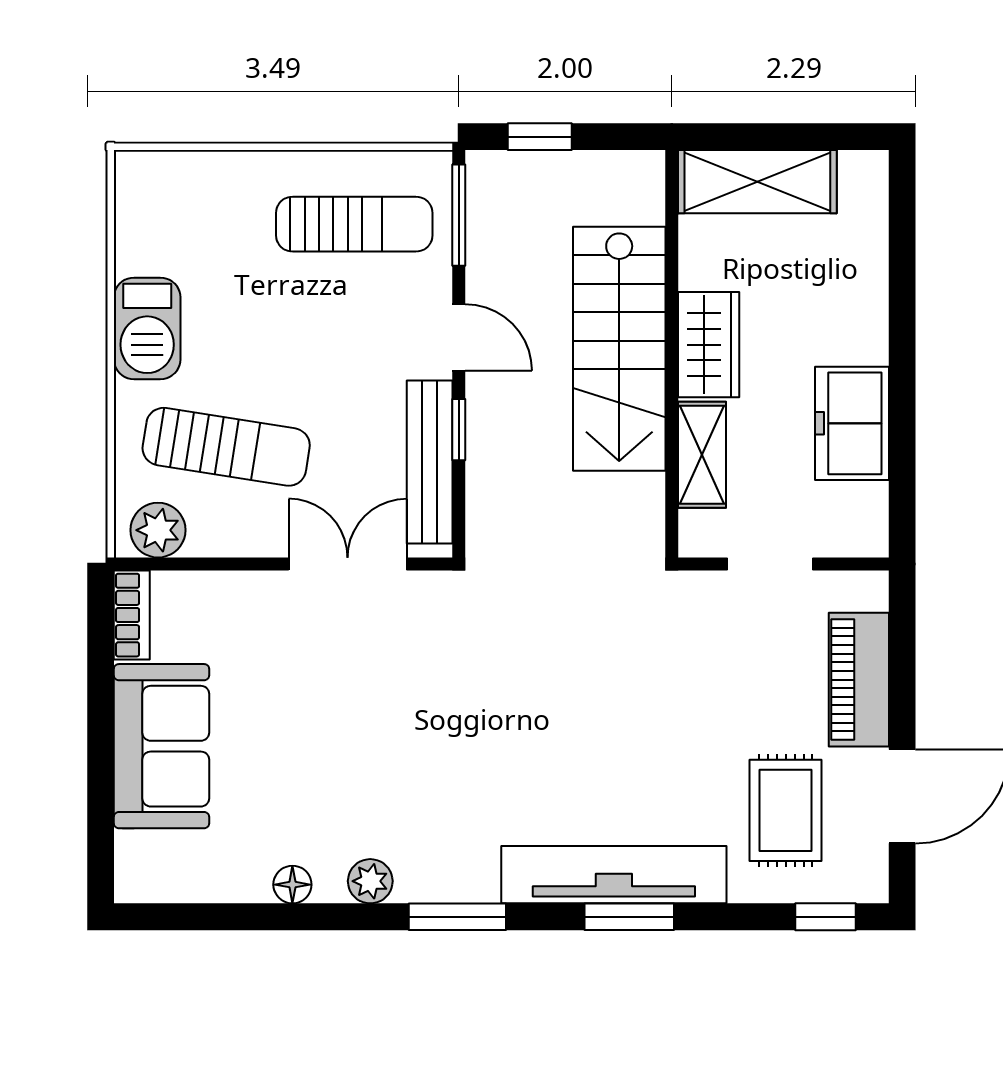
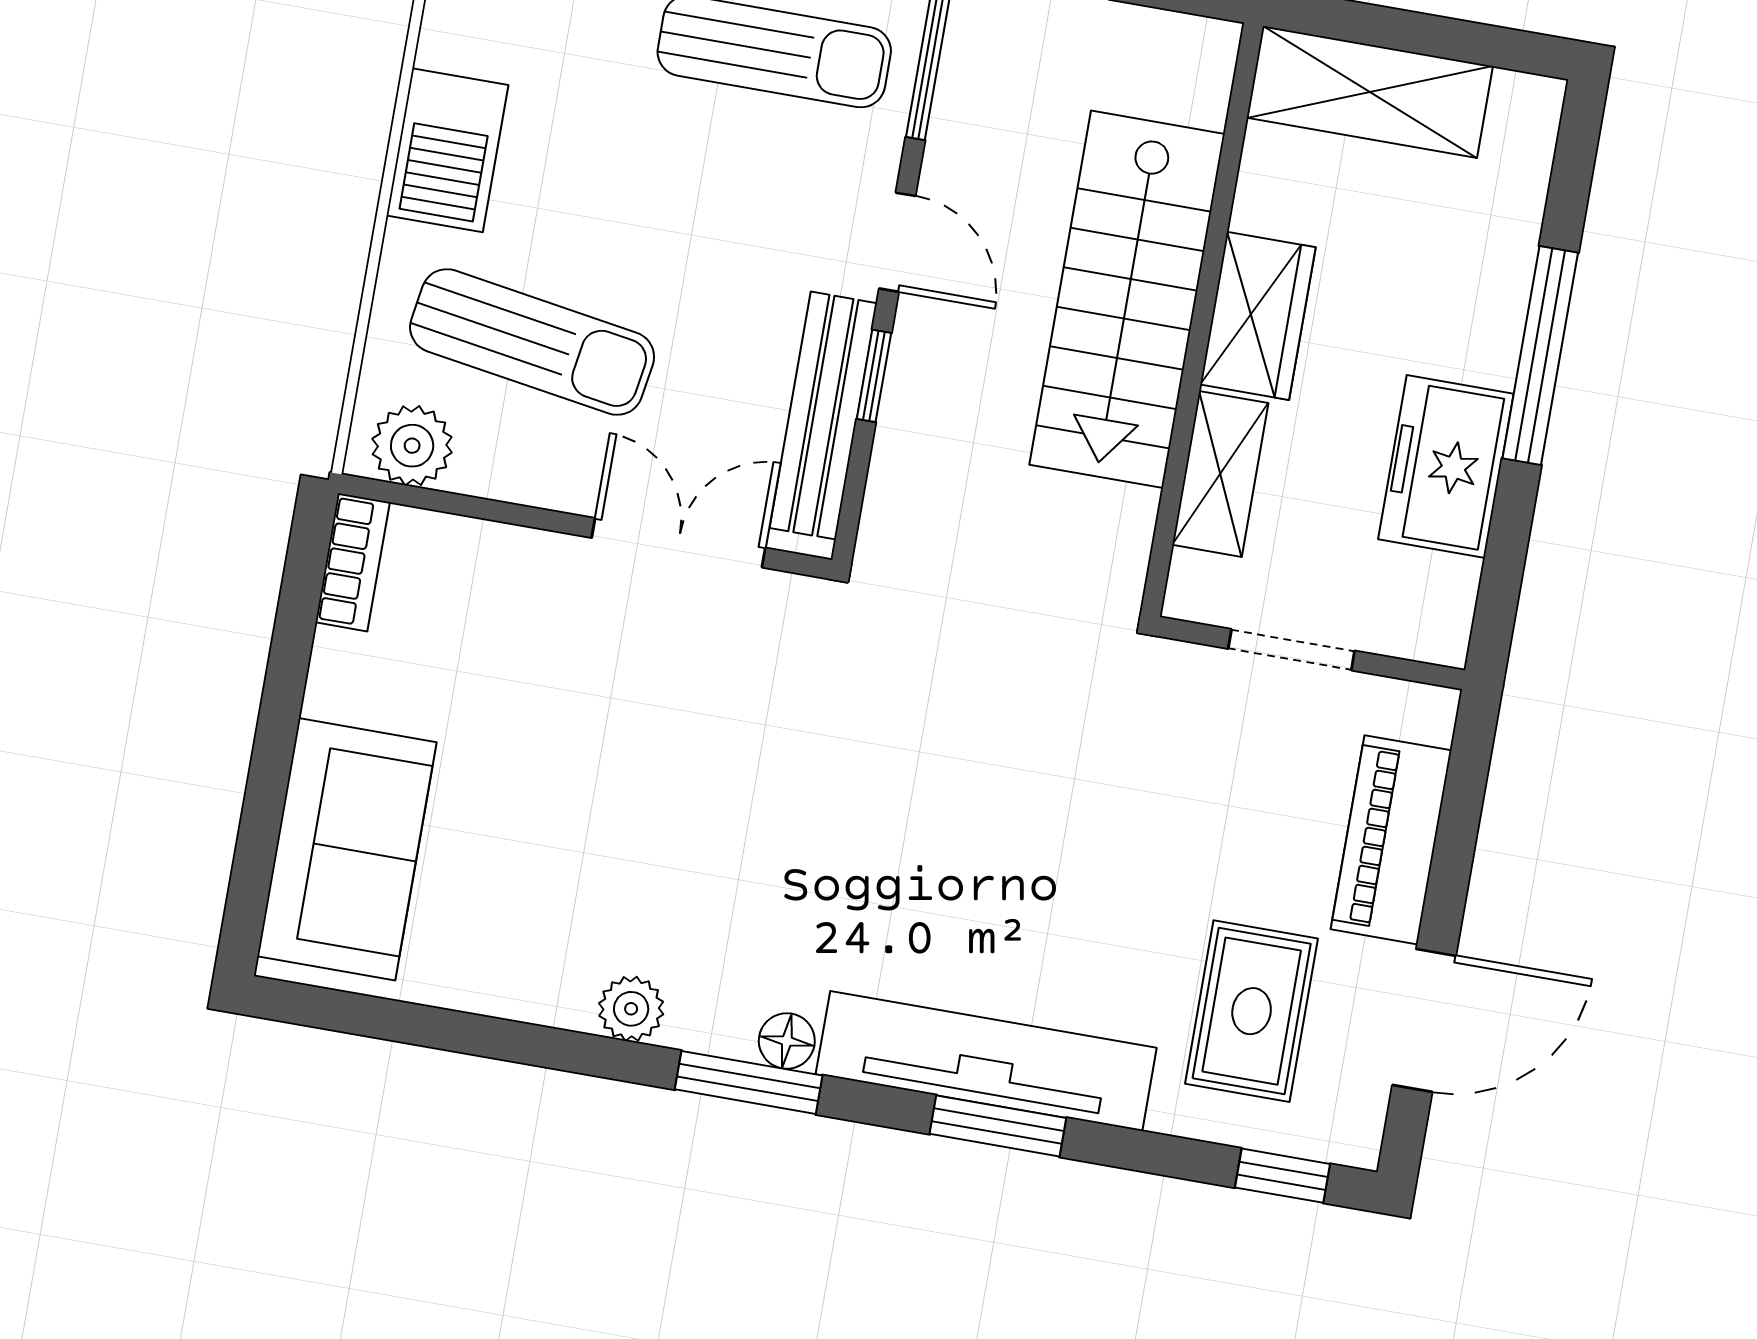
window: (902, 338) -> (1540, 356), added
sofa: (162, 746) -> (347, 849), moved
floor lamp: (292, 885) -> (787, 1041), moved

